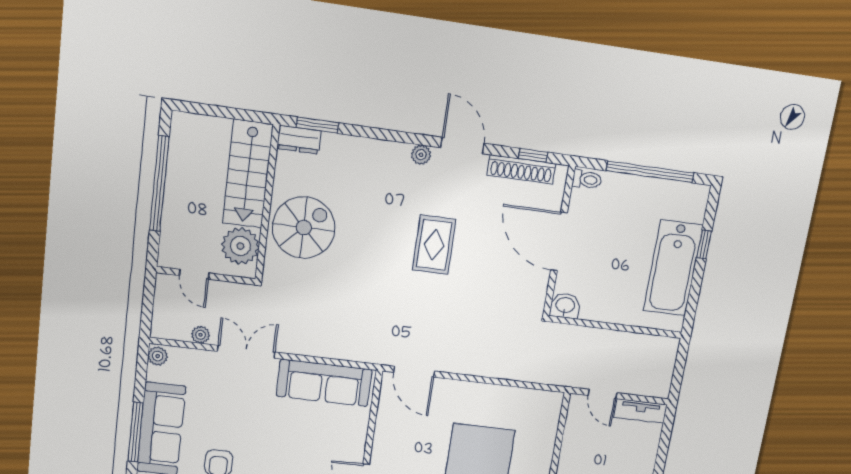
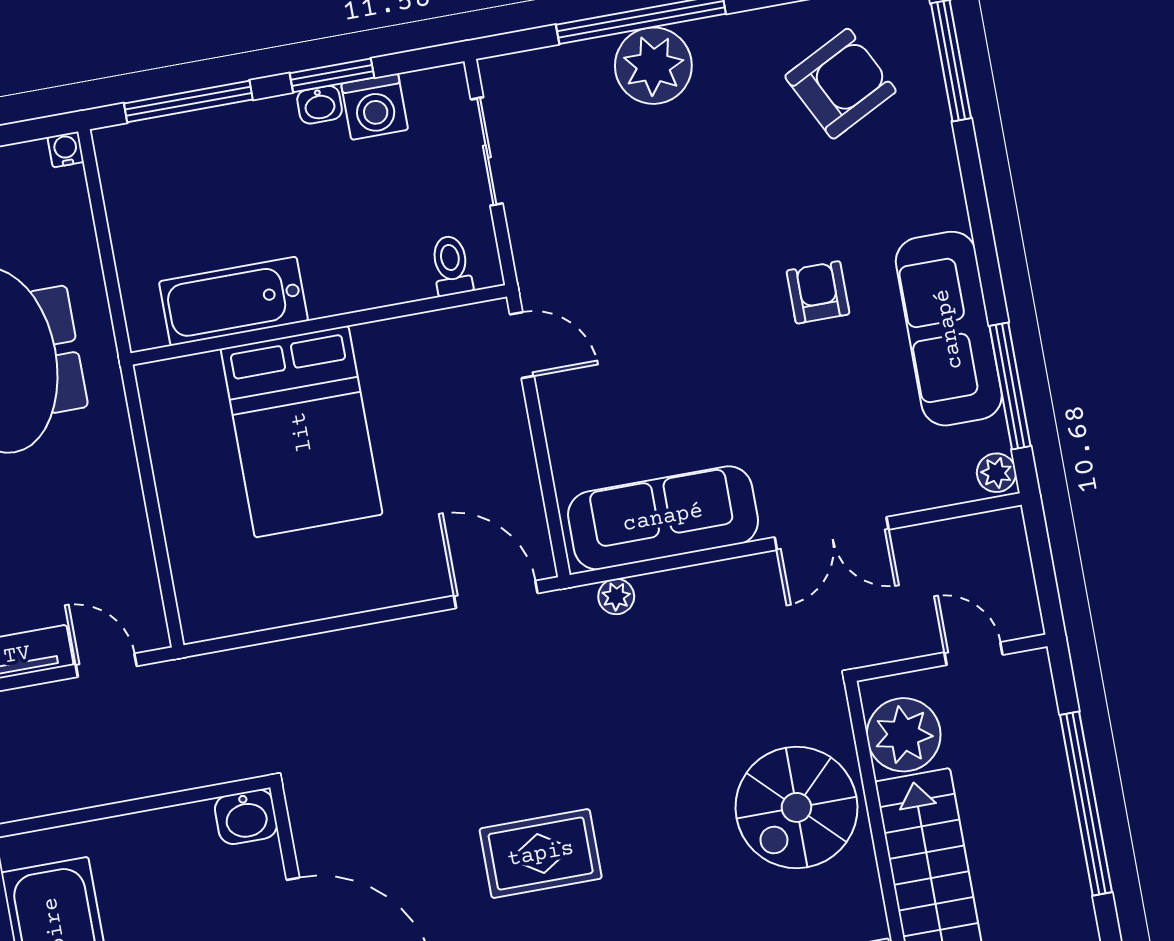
rug: (434, 245) -> (541, 854), turned 90
plant: (200, 335) -> (616, 597), moved
window: (136, 432) -> (1010, 386), moved

